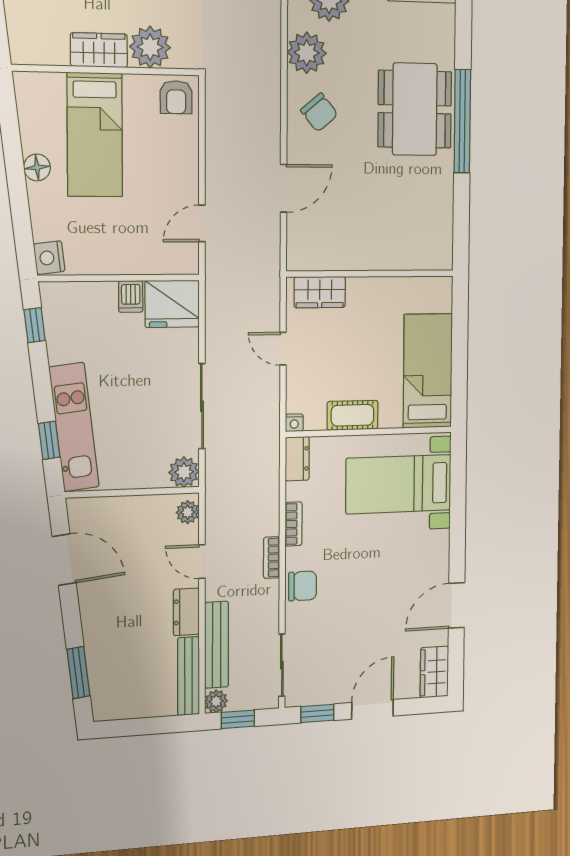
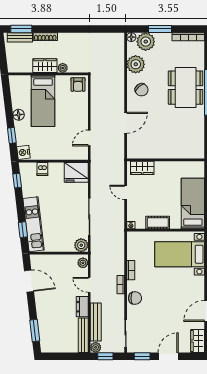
plant: (150, 47) -> (63, 68), width x0.53, depth x0.53
window: (21, 217) -> (12, 135), added
dishwasher: (131, 297) -> (42, 169), moved
dresser: (297, 459) -> (132, 241), removed

